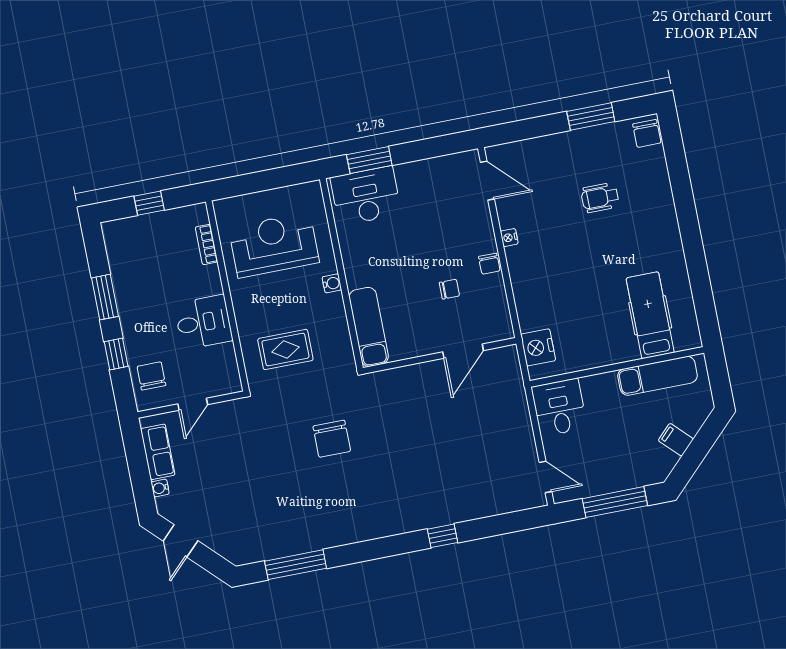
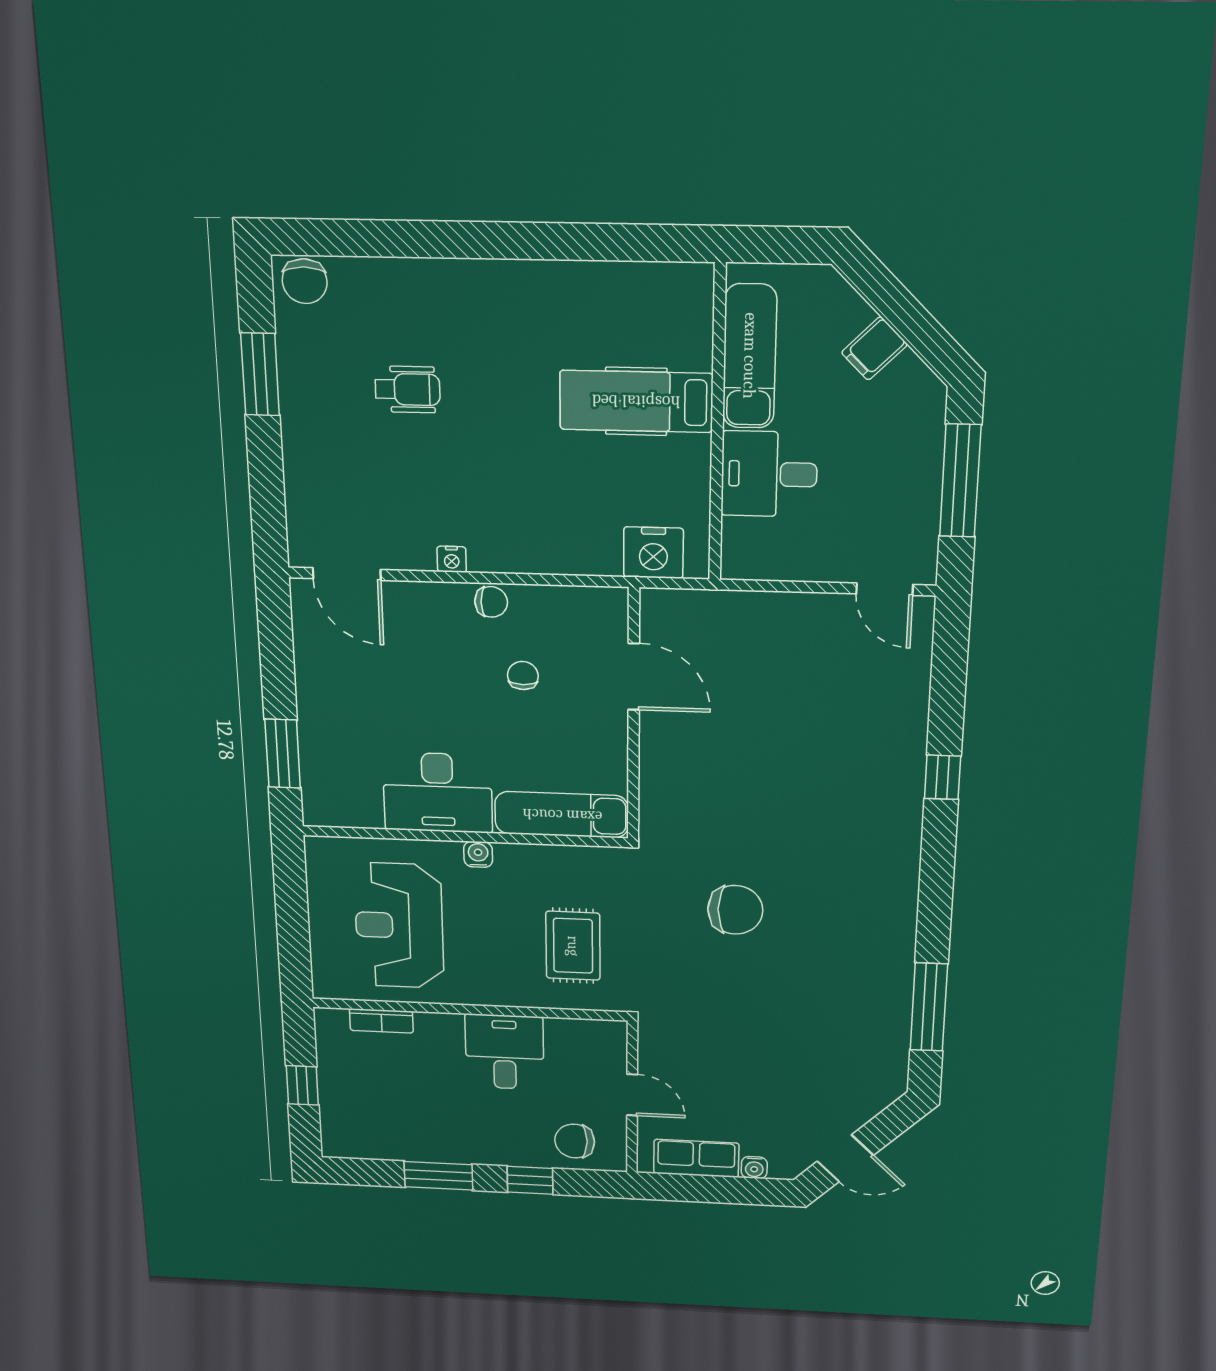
chair: (647, 133) -> (305, 281), turned 90
door: (487, 181) -> (347, 574), swing flipped
desk: (366, 196) -> (438, 793), moved, turned -90
wheelchair: (600, 198) -> (407, 389), turned -90
hospital bed: (650, 315) -> (636, 401), moved
desk: (559, 407) -> (769, 474), moved
door: (545, 477) -> (885, 589), swing flipped

